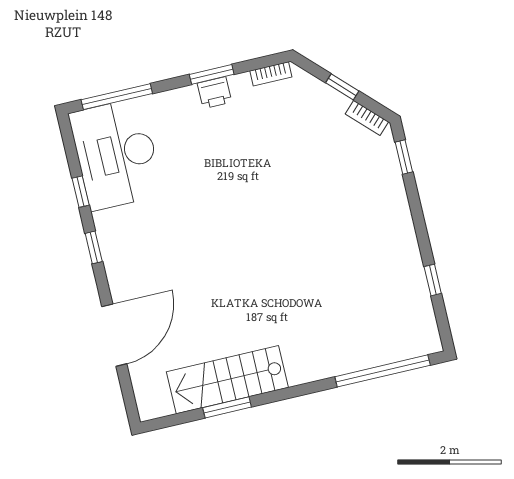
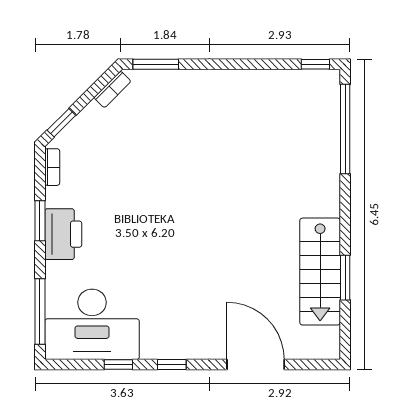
window: (342, 87) -> (61, 123), moved
printer: (214, 93) -> (63, 234), width x1.87, depth x1.48
window: (404, 157) -> (156, 64), width x1.50
window: (433, 280) -> (315, 64), moved

